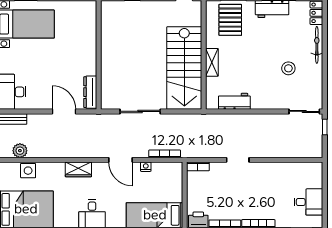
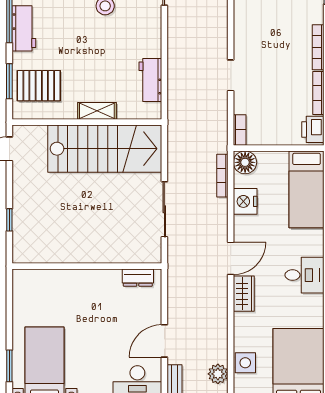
dresser: (90, 92) -> (138, 278), width x0.70
door: (64, 111) -> (164, 341), moved
door: (120, 160) -> (231, 258), moved
nightstand: (146, 167) -> (245, 201), width x1.89, depth x1.79
floor lamp: (174, 170) -> (245, 162), added

